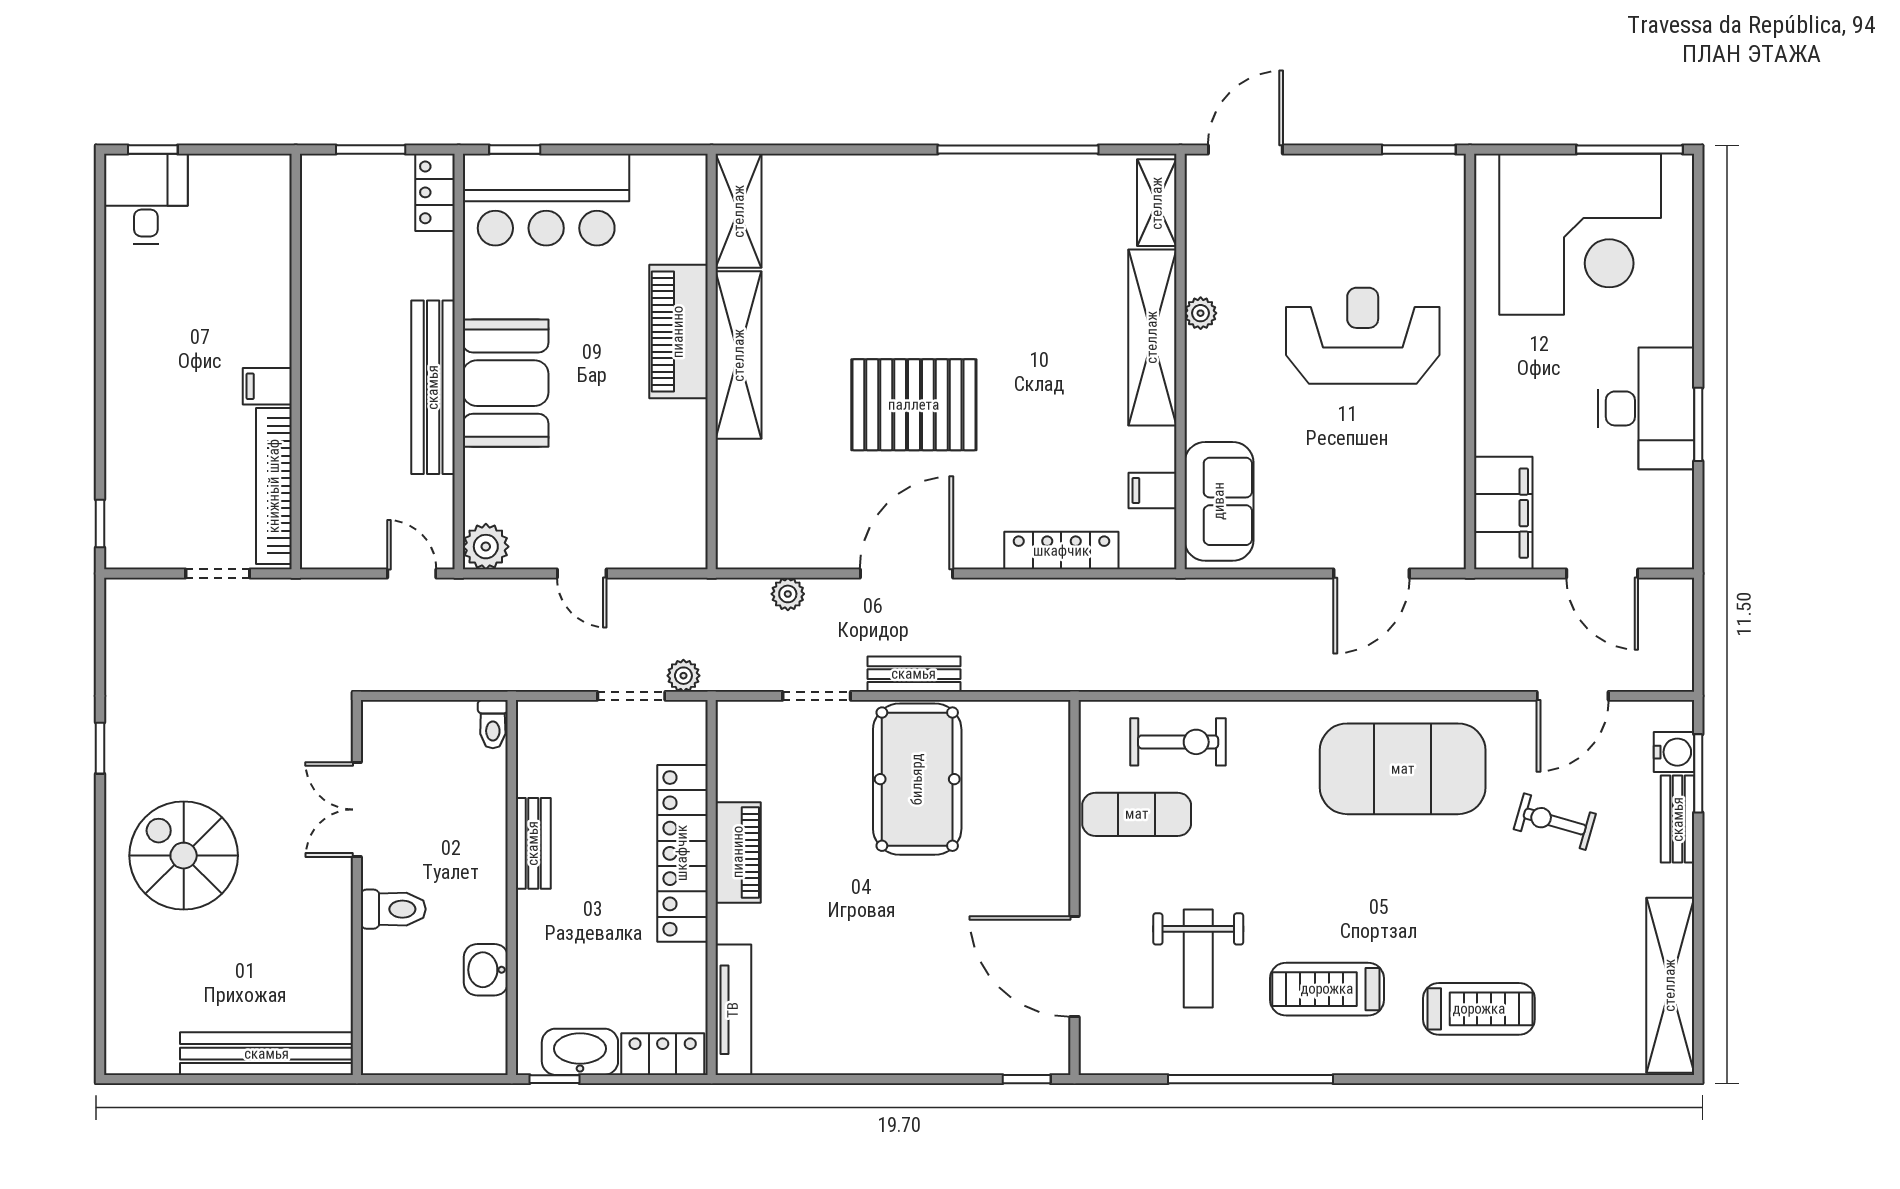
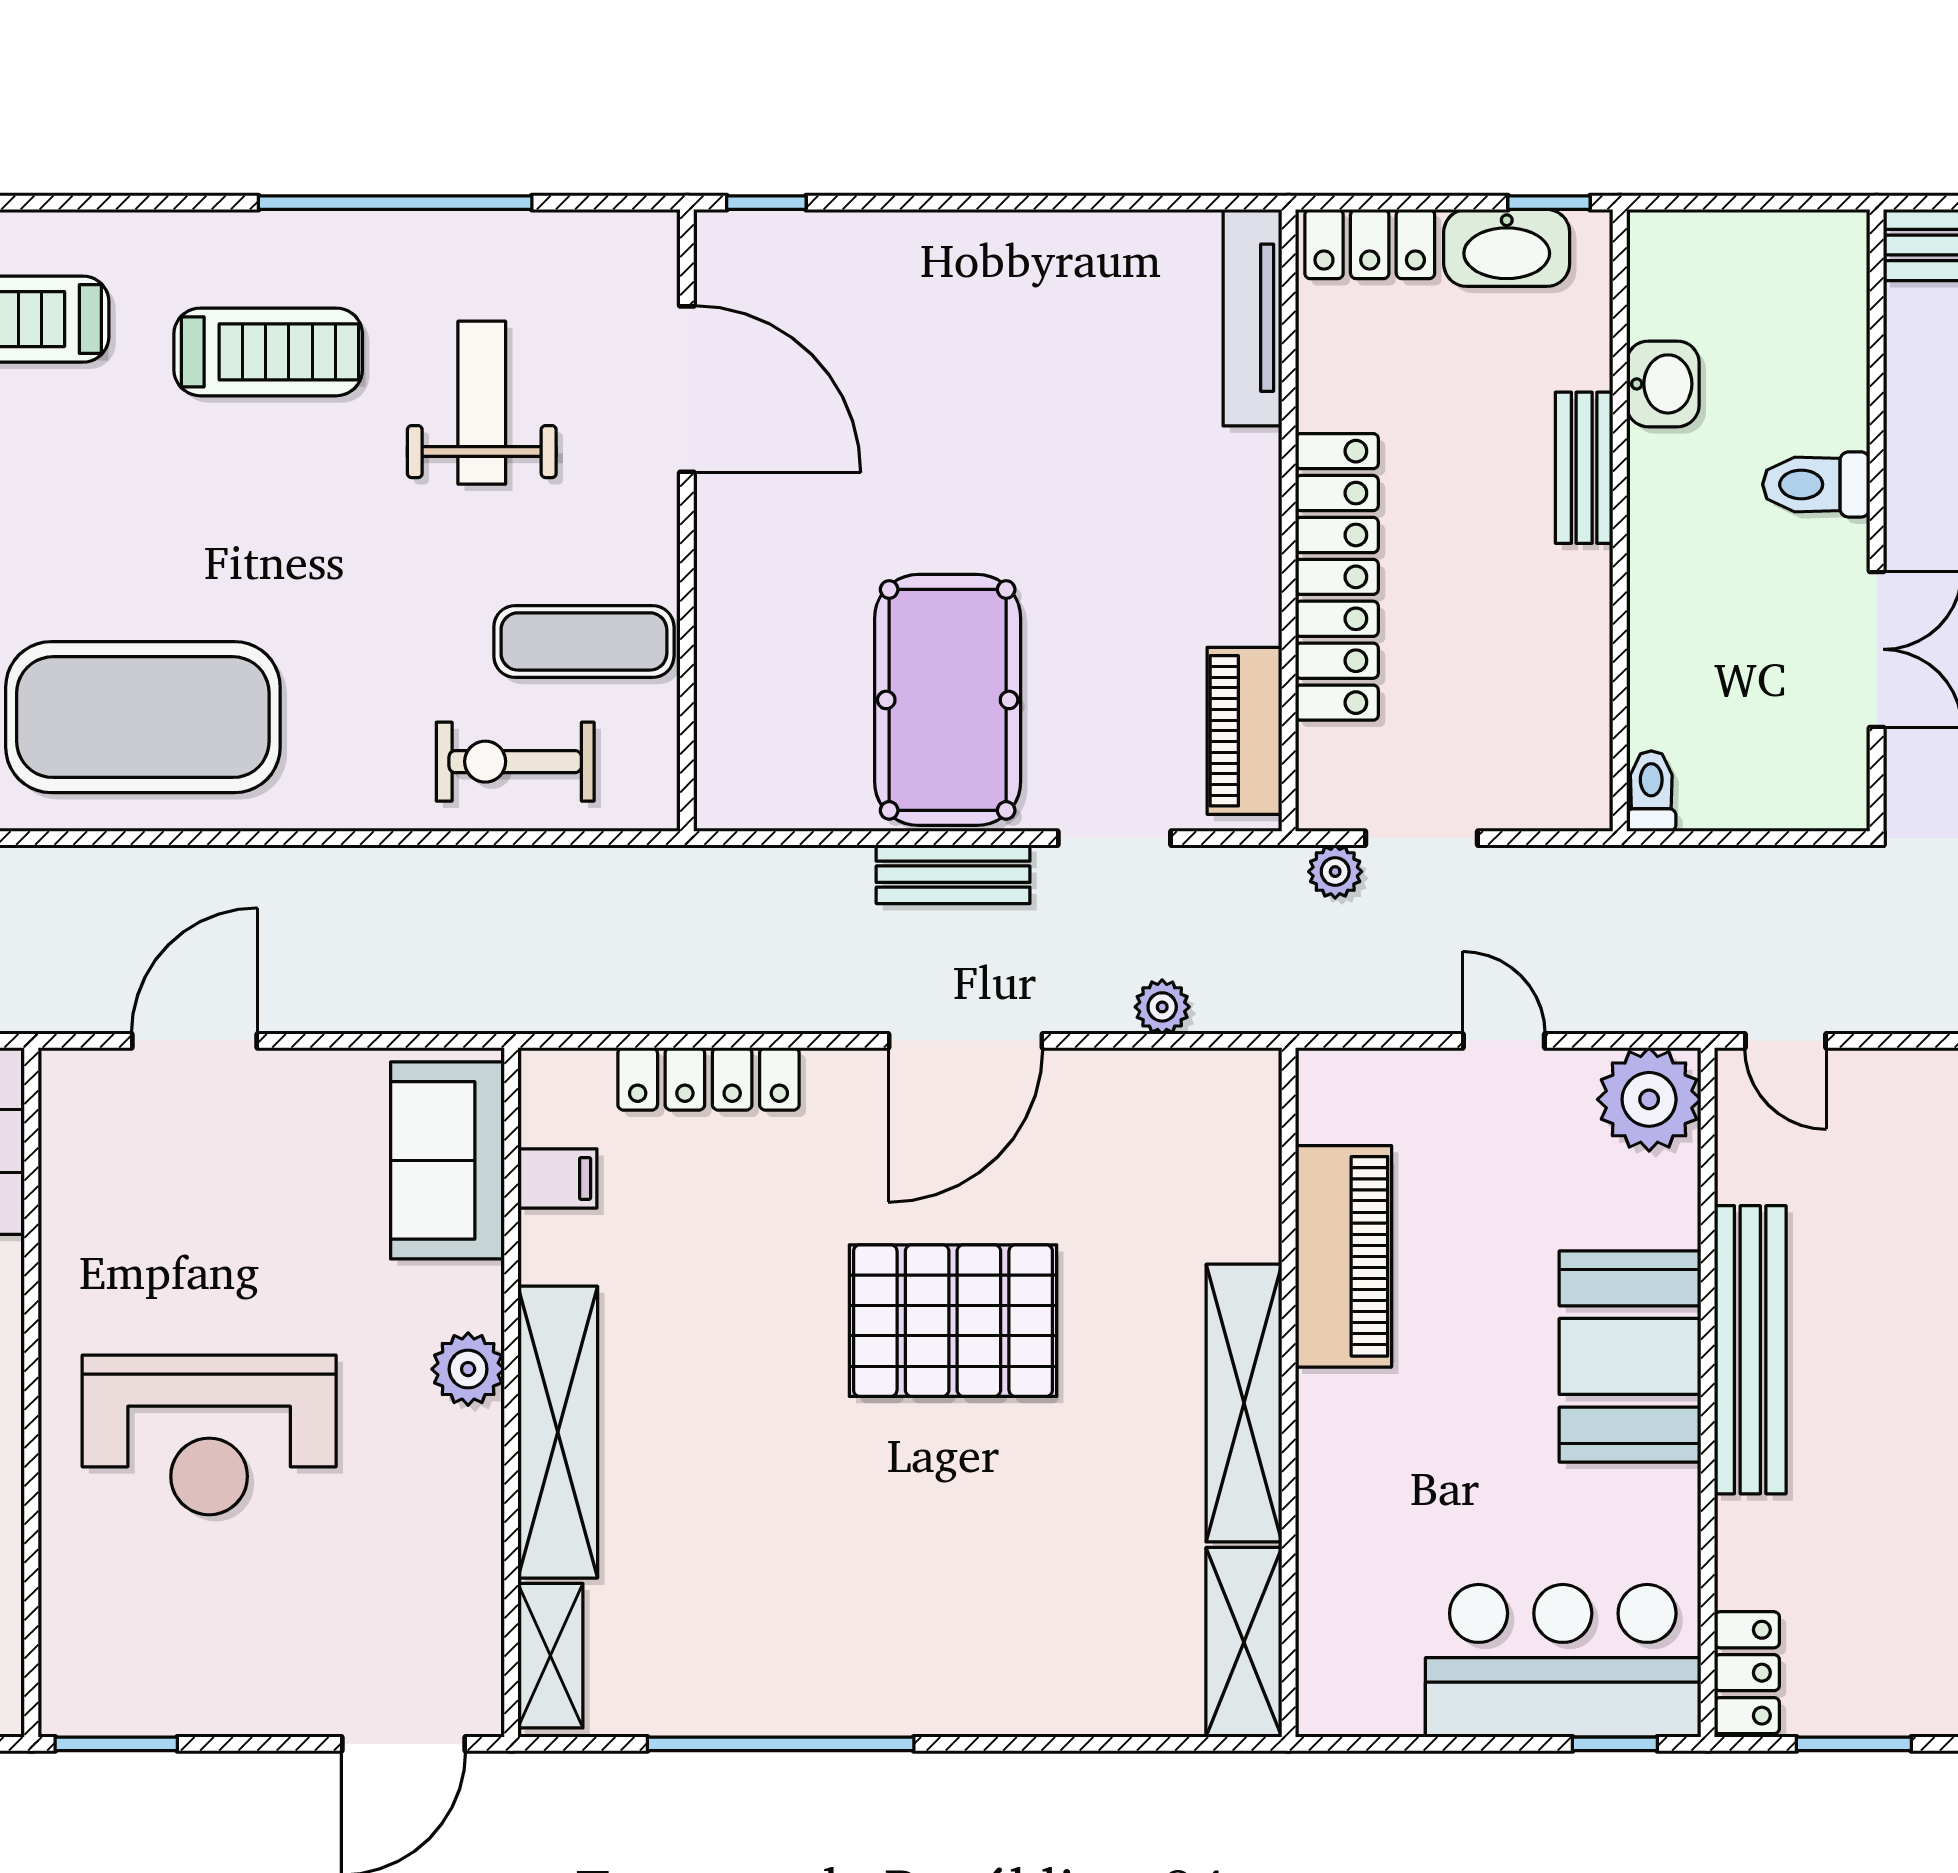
plant: (1201, 313) -> (468, 1369), moved, width x1.38, depth x1.38
piano: (678, 332) -> (1343, 1256), moved
plant: (486, 547) -> (1649, 1099), width x1.36, depth x1.36
bench: (533, 843) -> (1584, 468), moved
piano: (738, 852) -> (1244, 731), moved

